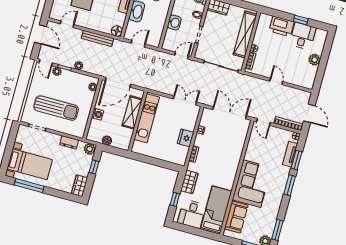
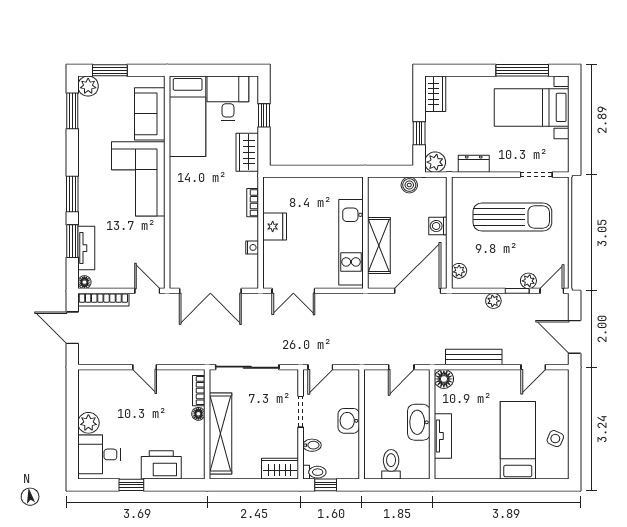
desk: (303, 36) -> (99, 454), moved, turned 90
door: (46, 63) -> (552, 291), hinge flipped
sun lounger: (56, 108) -> (512, 217), turned 180

